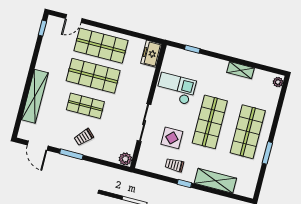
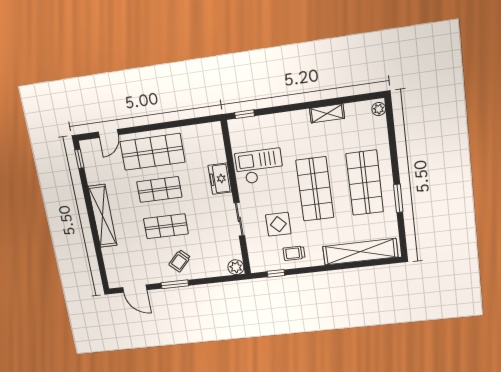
window: (192, 49) -> (245, 114), moved
freezer: (151, 54) -> (220, 179), moved
shop shelf: (93, 76) -> (159, 189), width x0.70, depth x0.74
shelving: (35, 96) -> (103, 216), moved
sliding door: (144, 123) -> (239, 219), width x0.73
shelving: (215, 181) -> (360, 252), width x1.47
window: (184, 183) -> (276, 273), moved

